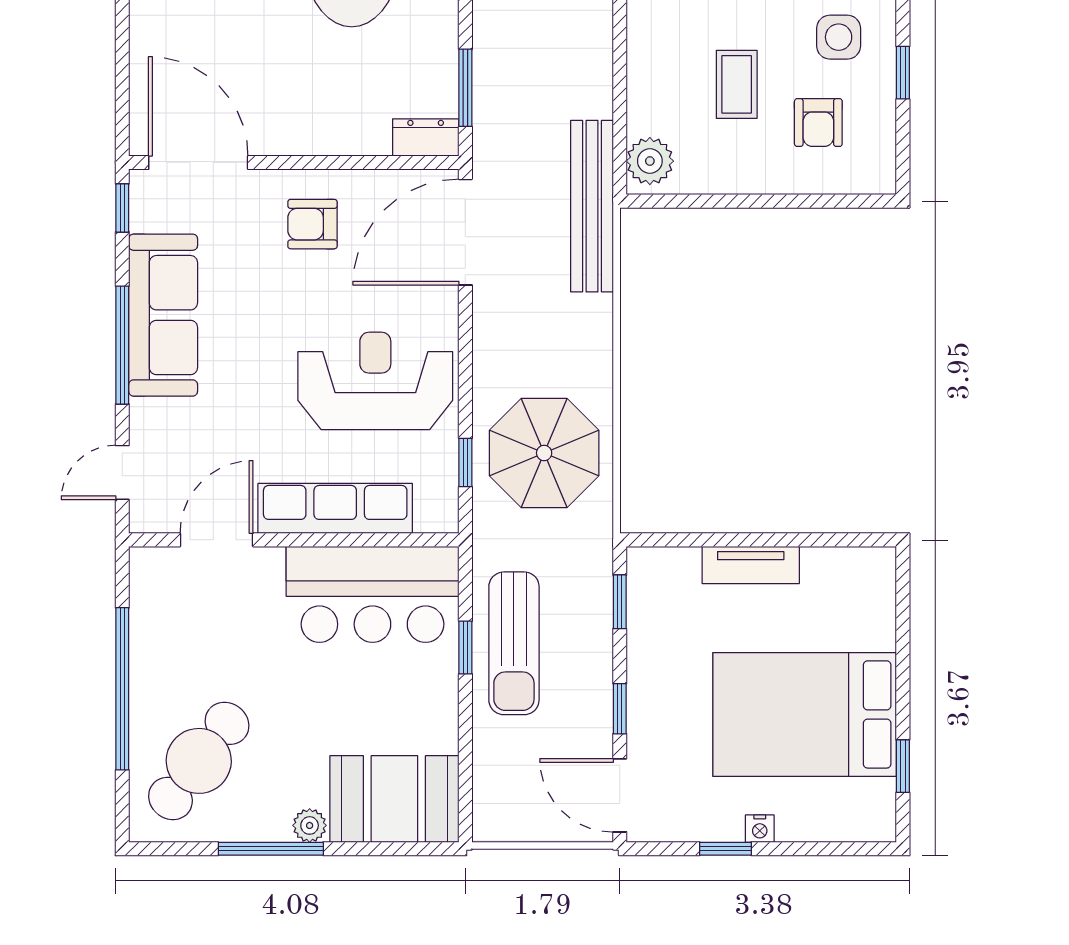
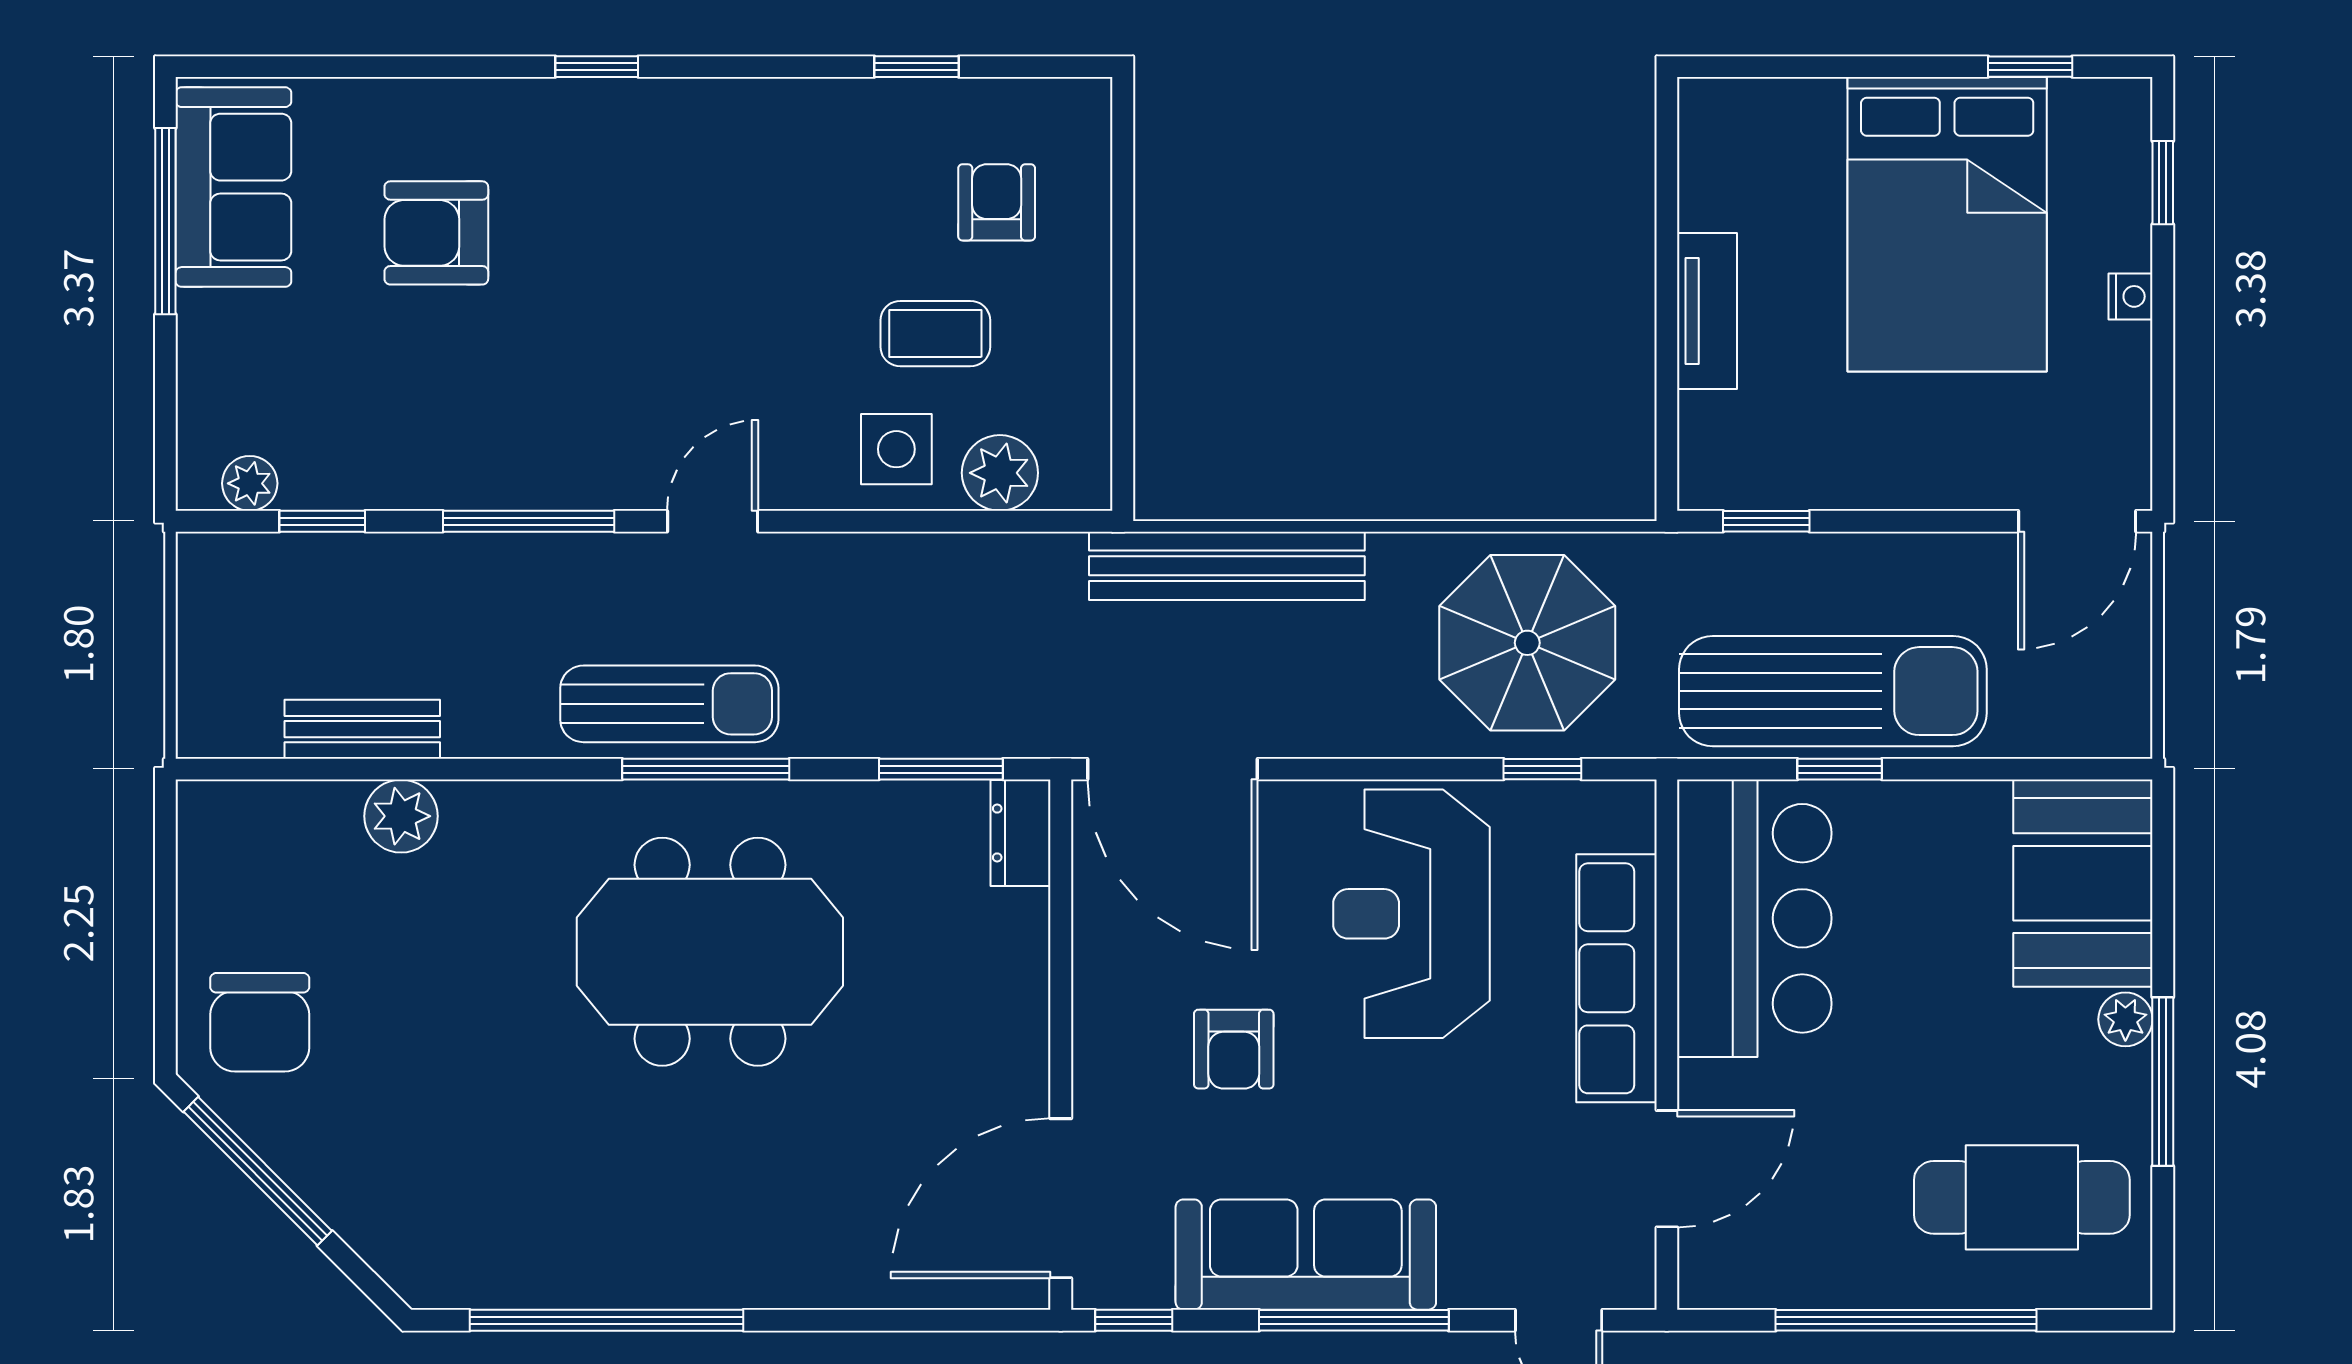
side table: (839, 37) -> (896, 449), moved
armchair: (818, 123) -> (997, 202), turned -90
plant: (650, 161) -> (1000, 473), moved
bench: (592, 206) -> (1227, 566), moved
armchair: (312, 224) -> (1234, 1049), moved
door: (217, 540) -> (1667, 1169), swing flipped
sun lounger: (514, 643) -> (1833, 691), width x1.36, depth x1.34
window: (620, 709) -> (1938, 521), removed
cafe table: (199, 761) -> (2022, 1197), turned -37
window: (725, 849) -> (2163, 183), moved

